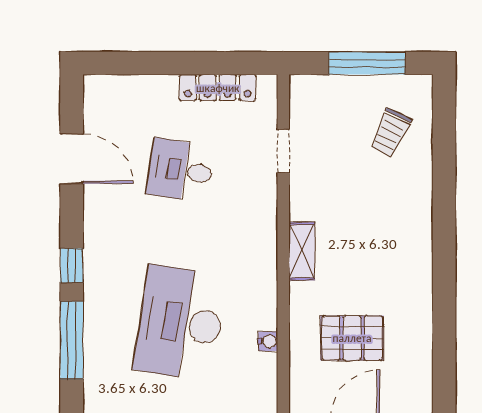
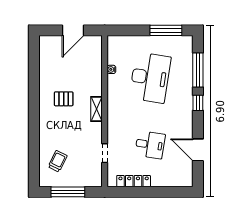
pallet: (352, 338) -> (64, 99), moved, width x0.67, depth x0.71

